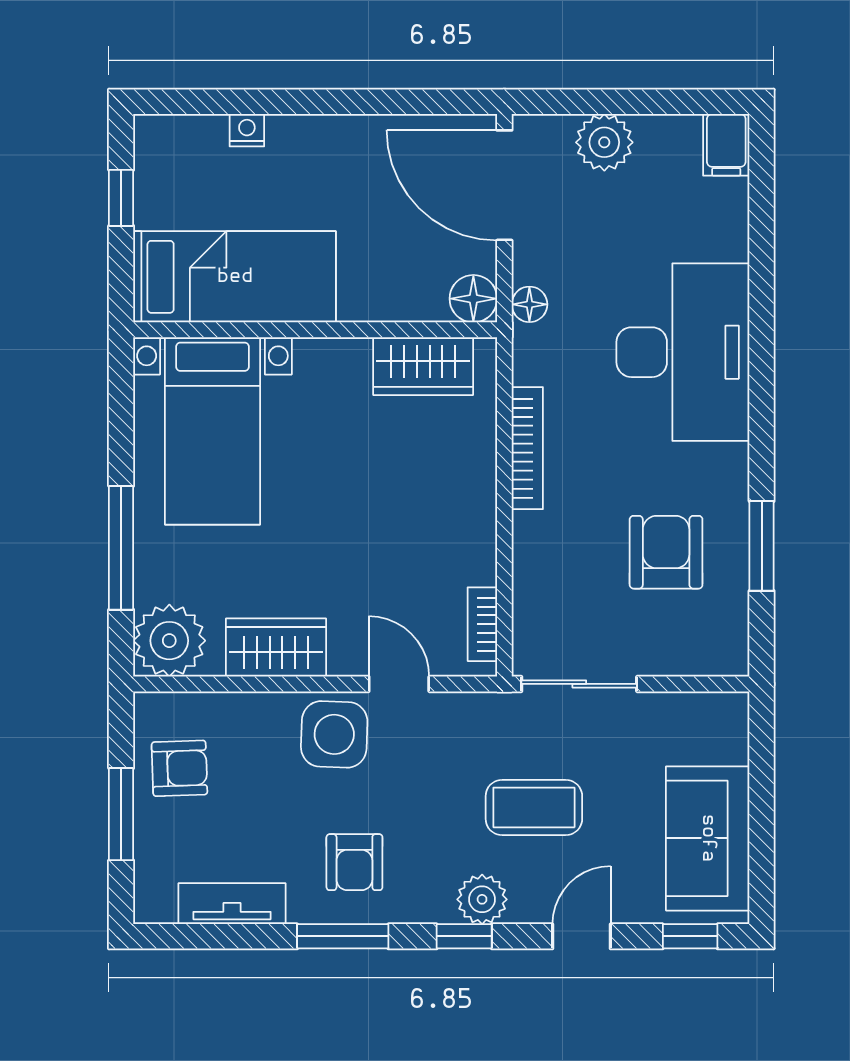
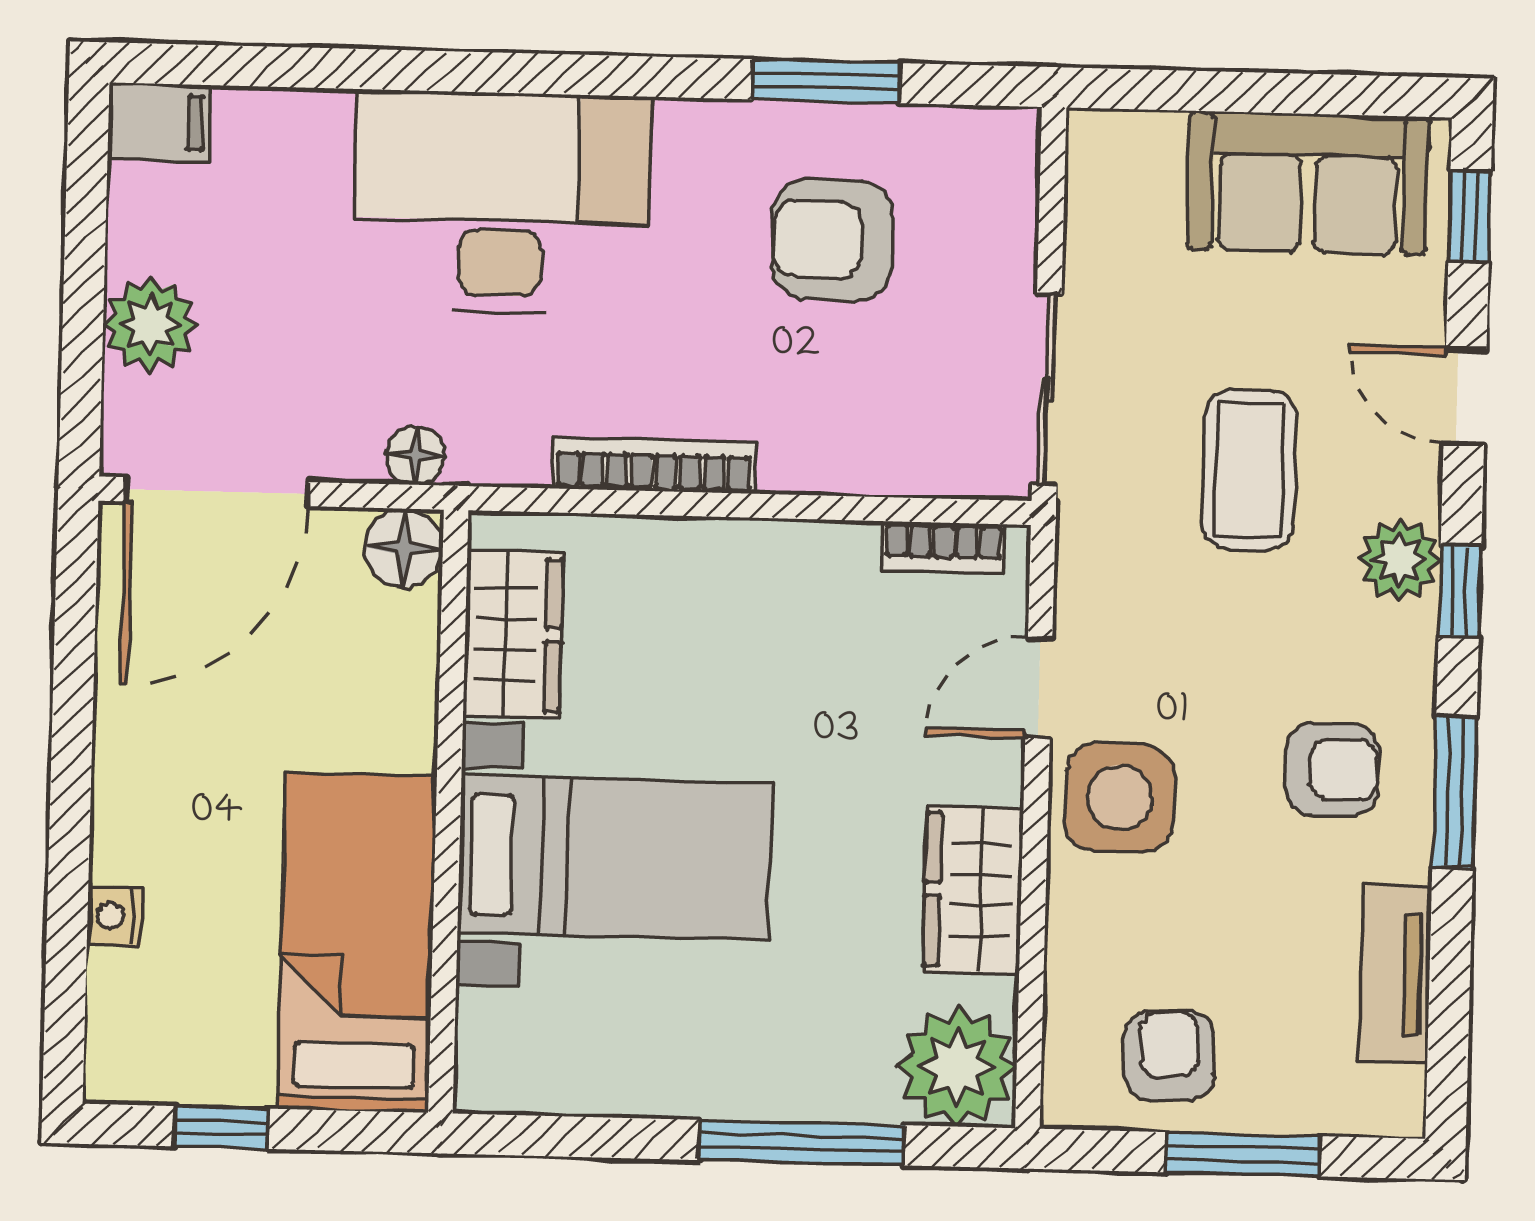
bed with nightstands: (212, 431) -> (615, 858), moved

